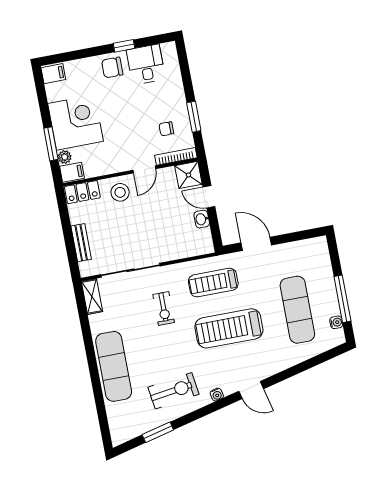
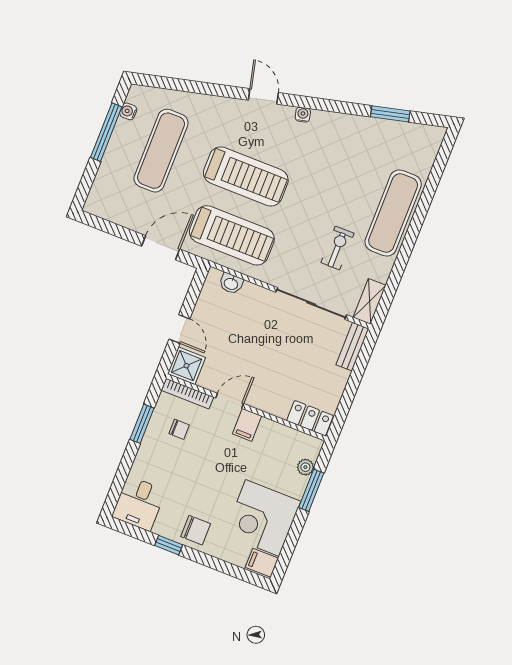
desk: (146, 64) -> (139, 503), moved
corner desk: (76, 122) -> (262, 518), moved
filing cabinet: (72, 172) -> (247, 425), moved, turned -90
stool: (120, 192) -> (270, 393), removed
washbasin: (202, 219) -> (231, 284), moved, turned 90
bench: (81, 243) -> (352, 347), moved
door: (256, 244) -> (161, 248), swing flipped
treadmill: (213, 283) -> (232, 235), width x1.37, depth x1.38
exercise bike: (164, 309) -> (337, 248), moved
exercise bike: (173, 391) -> (346, 147), removed

